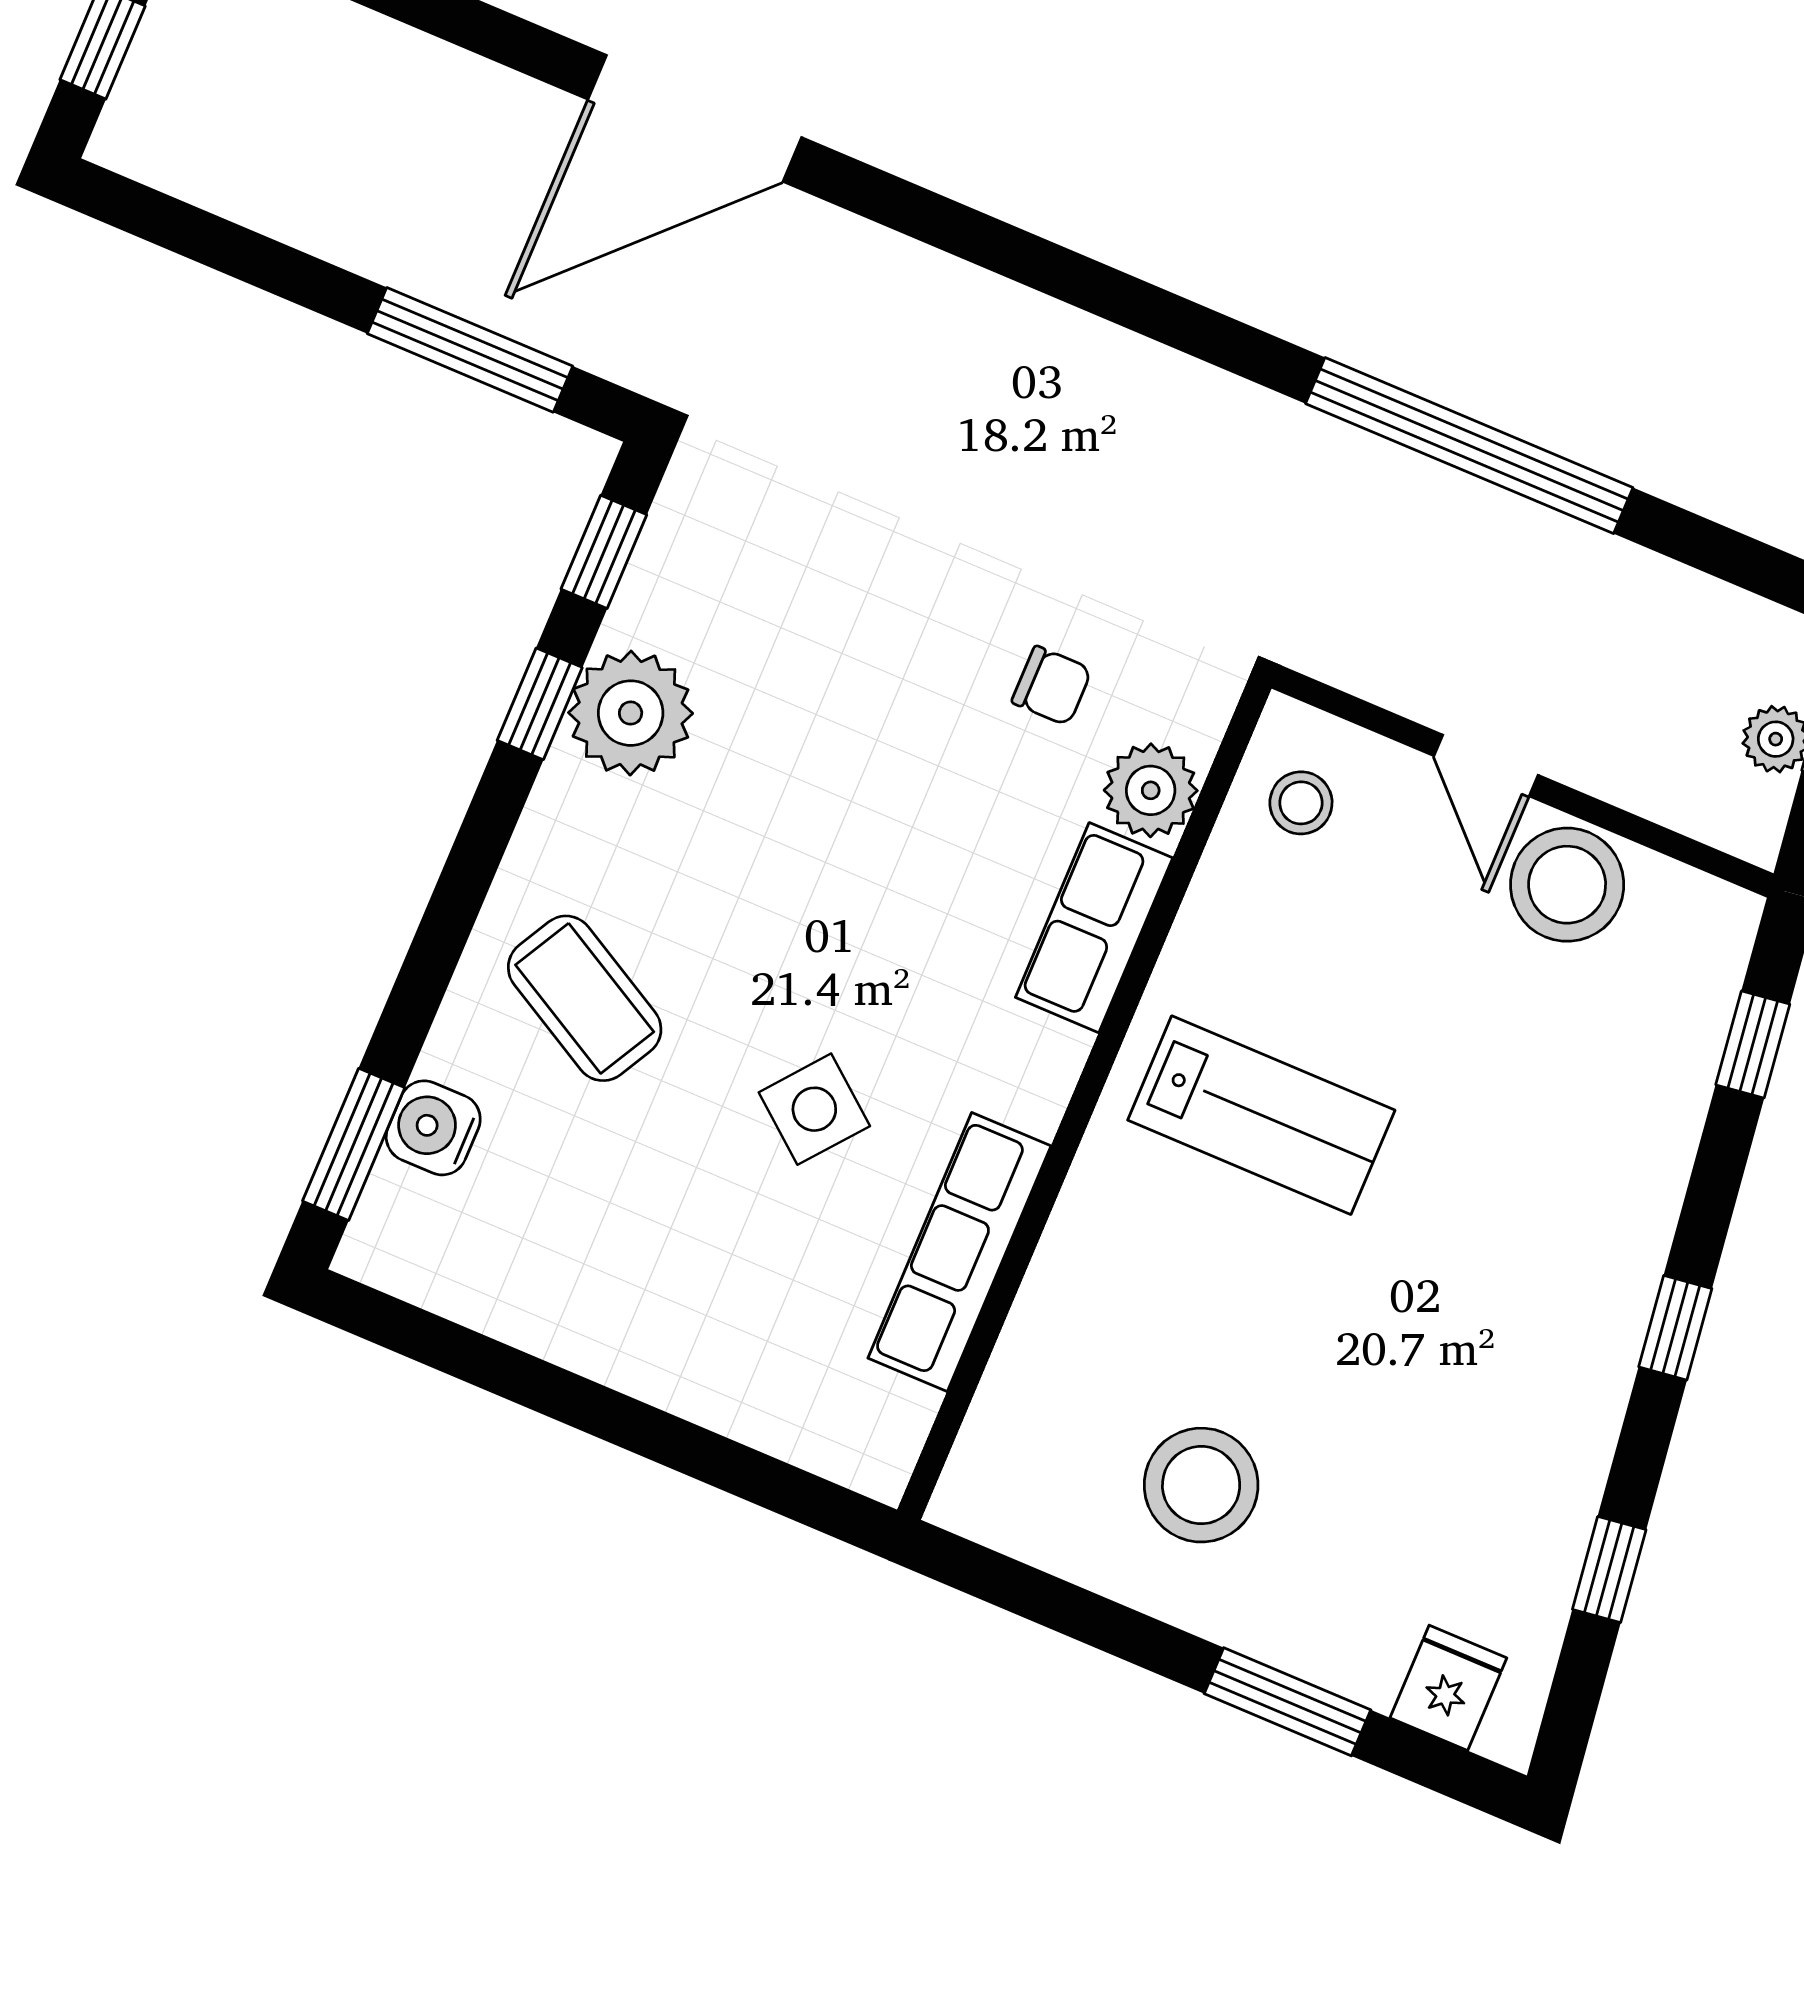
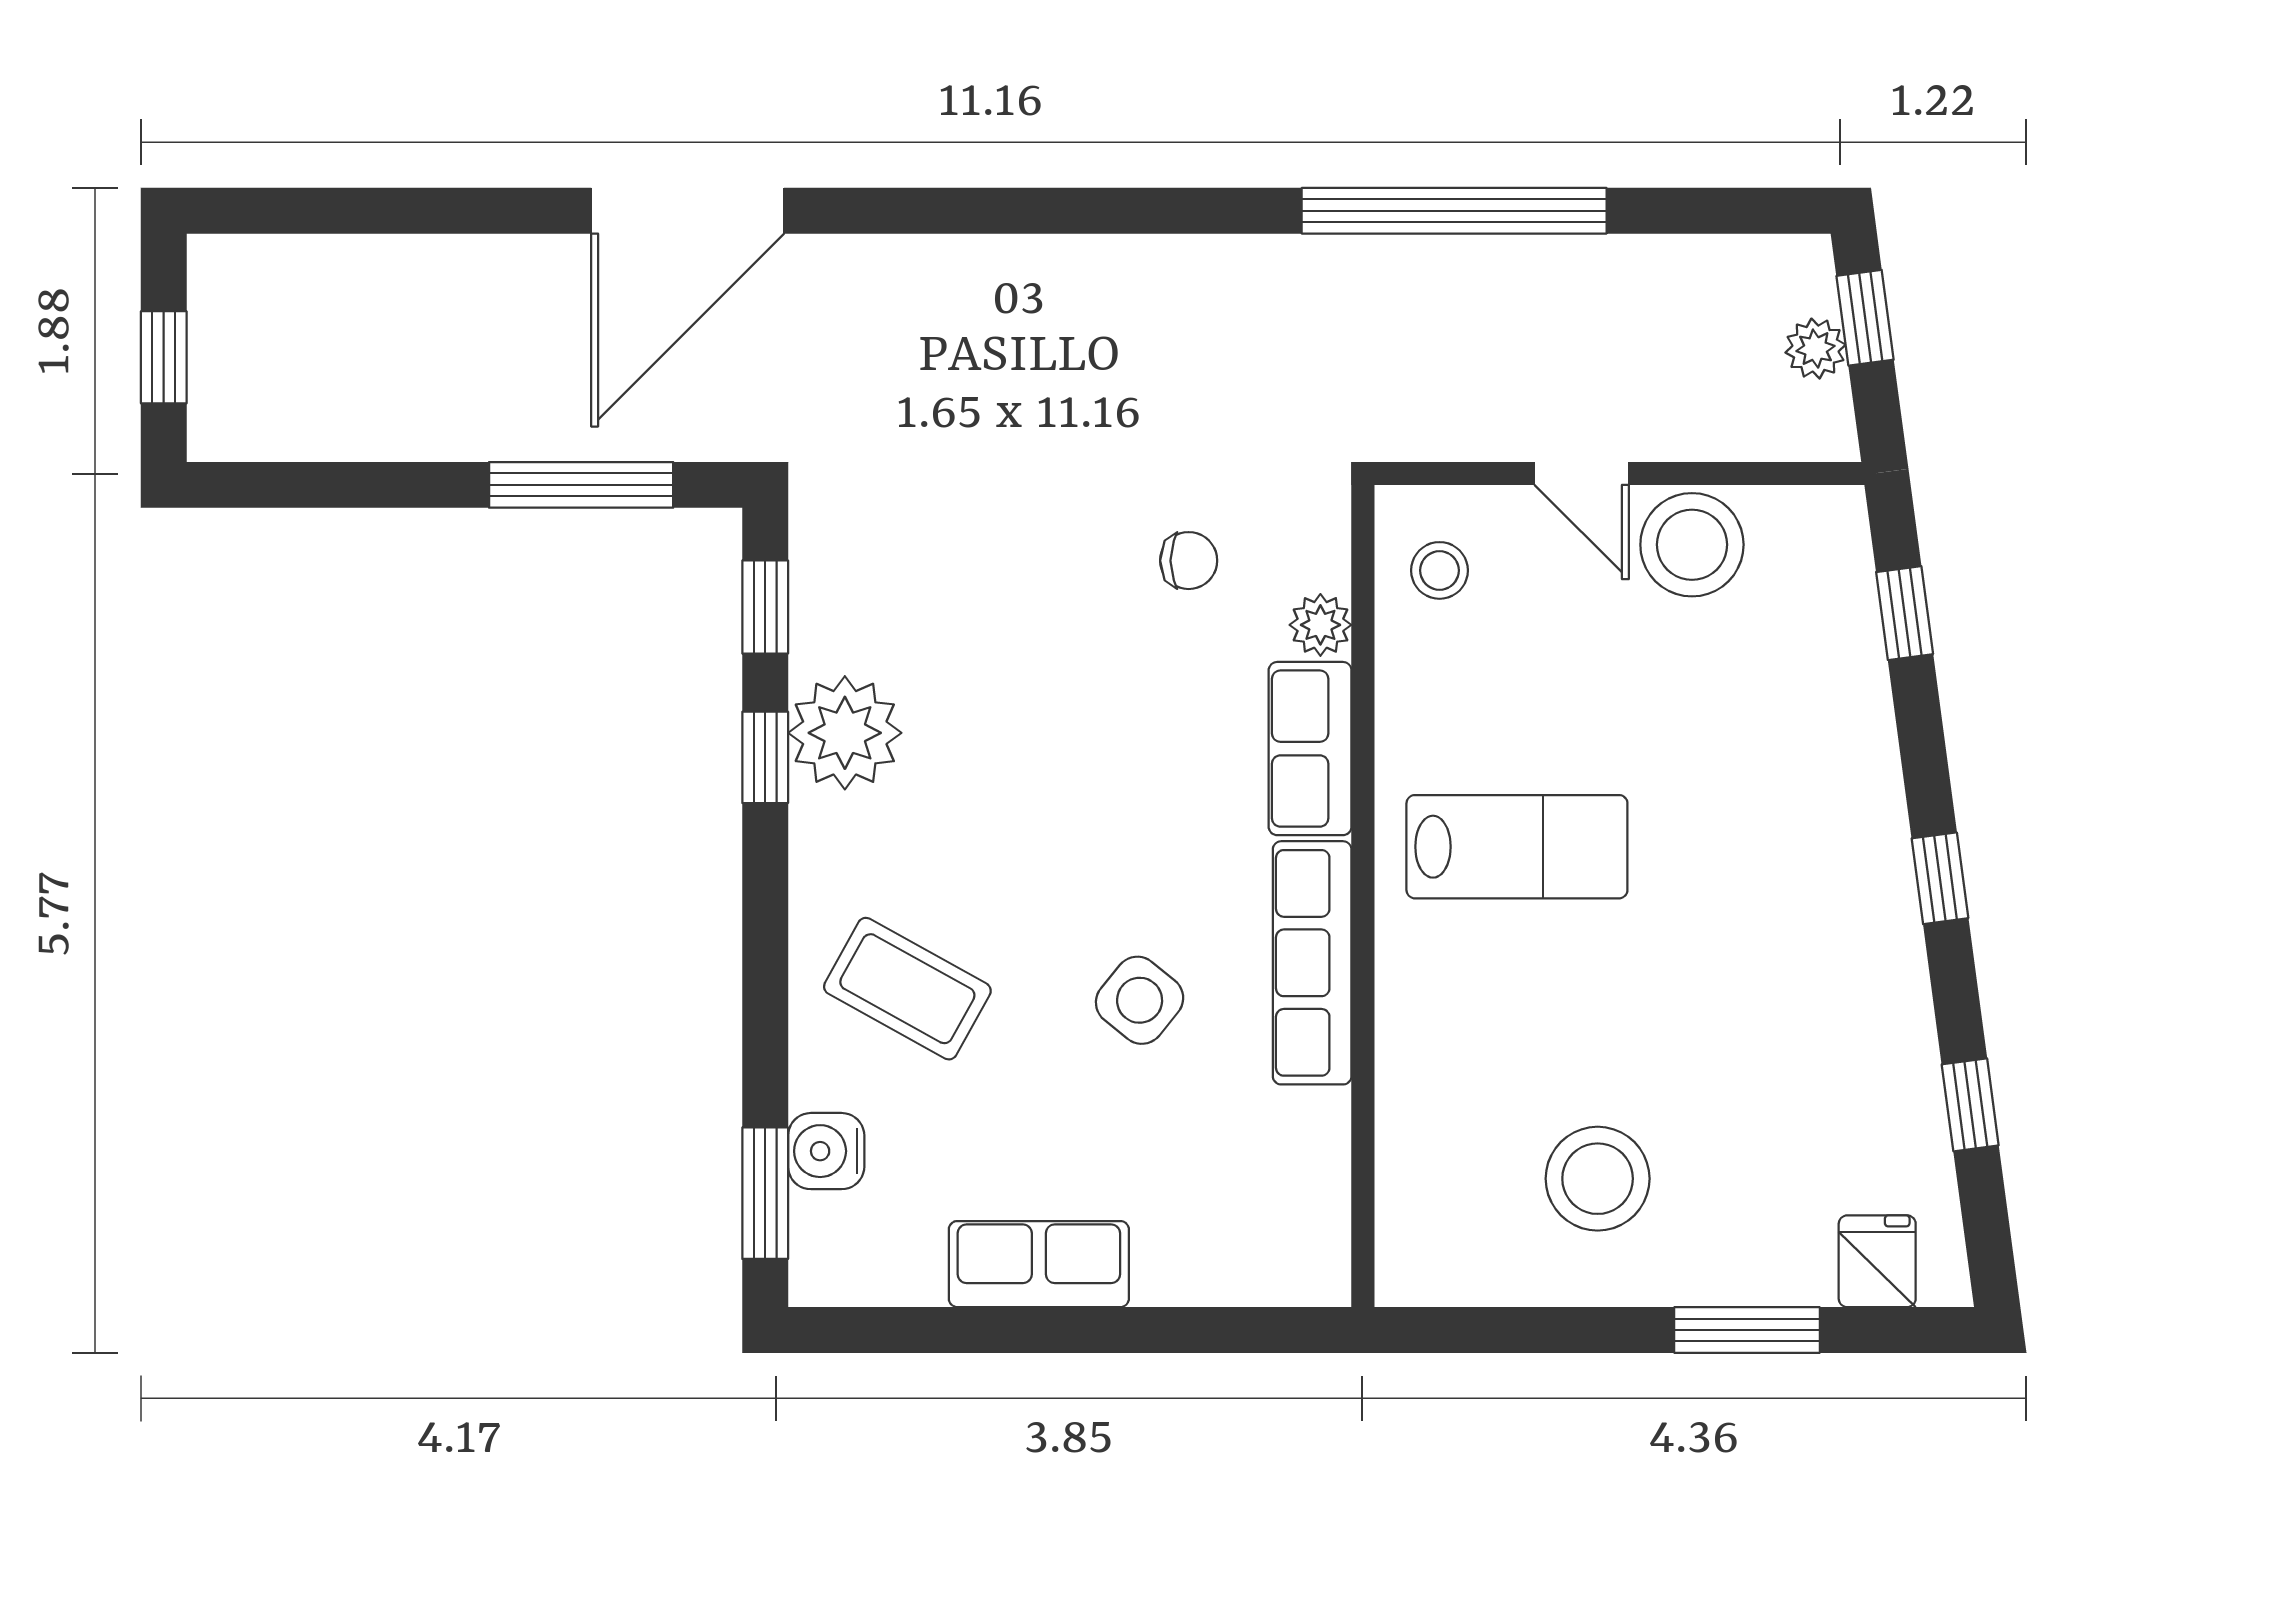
plant: (1151, 790) -> (1320, 625), width x0.73, depth x0.73
row of seats: (960, 1252) -> (1312, 963), moved
row of seats: (600, 1333) -> (1039, 1264), added

